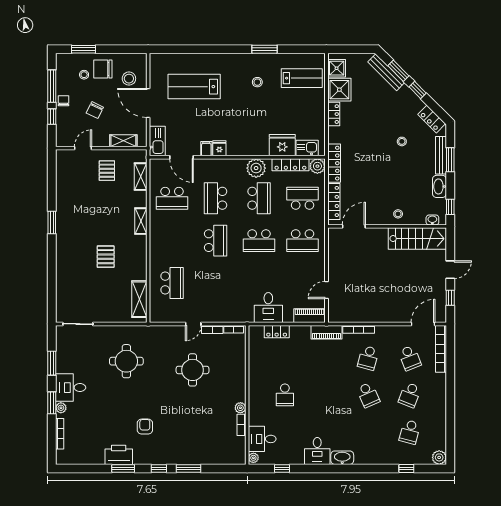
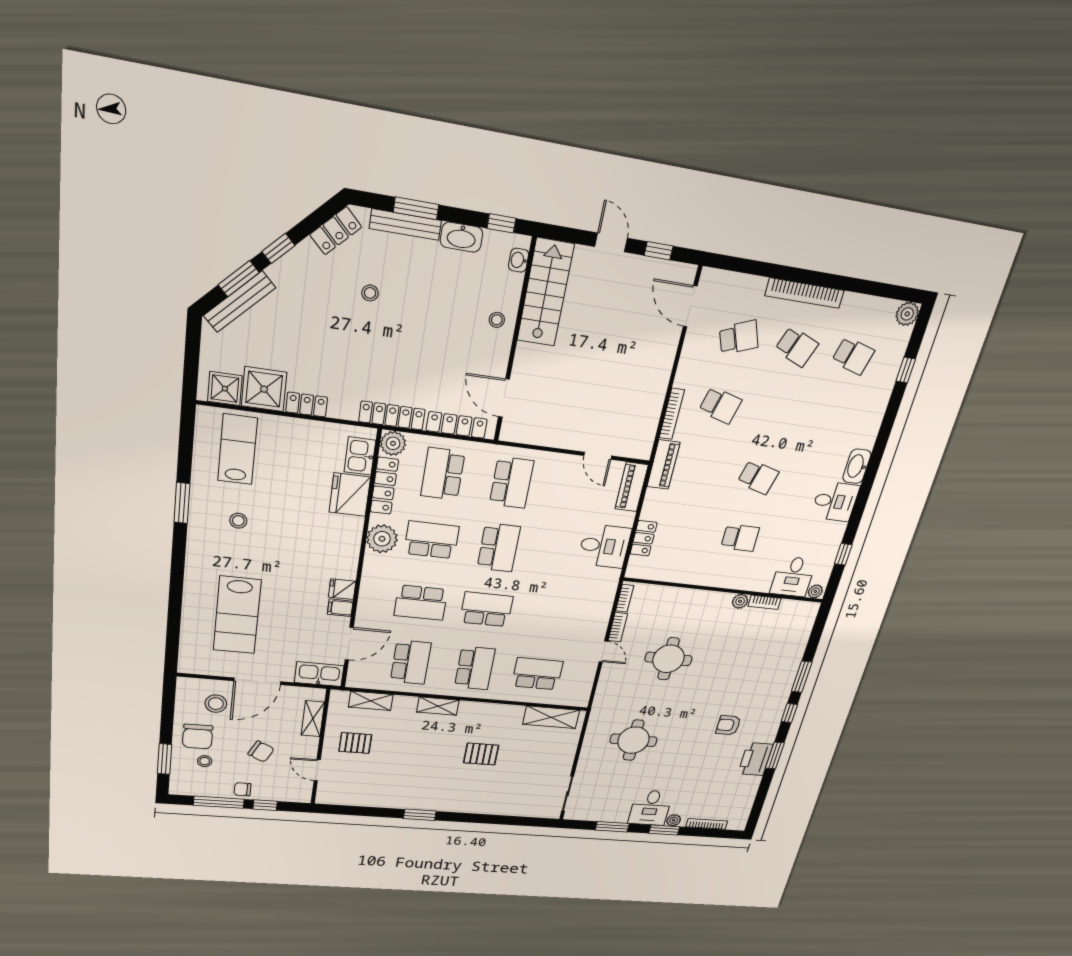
school desk: (172, 241) -> (475, 668), added
bookcase: (441, 349) -> (805, 293), moved
school desk: (368, 395) -> (758, 477), moved, turned 39

